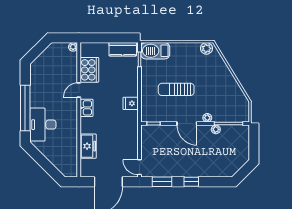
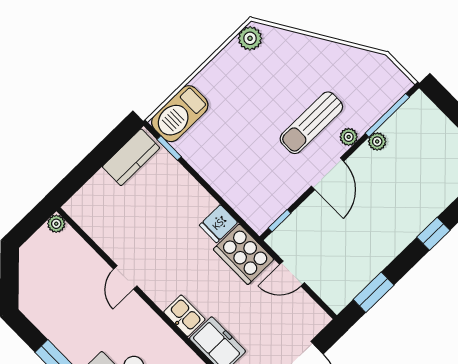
cooker: (89, 70) -> (244, 254), moved, turned 180
sun lounger: (176, 89) -> (311, 123), moved
kitchen sink: (86, 108) -> (184, 316), moved
door: (187, 124) -> (328, 174), hinge flipped
door: (140, 167) -> (292, 274), moved
window: (191, 182) -> (433, 234), moved

